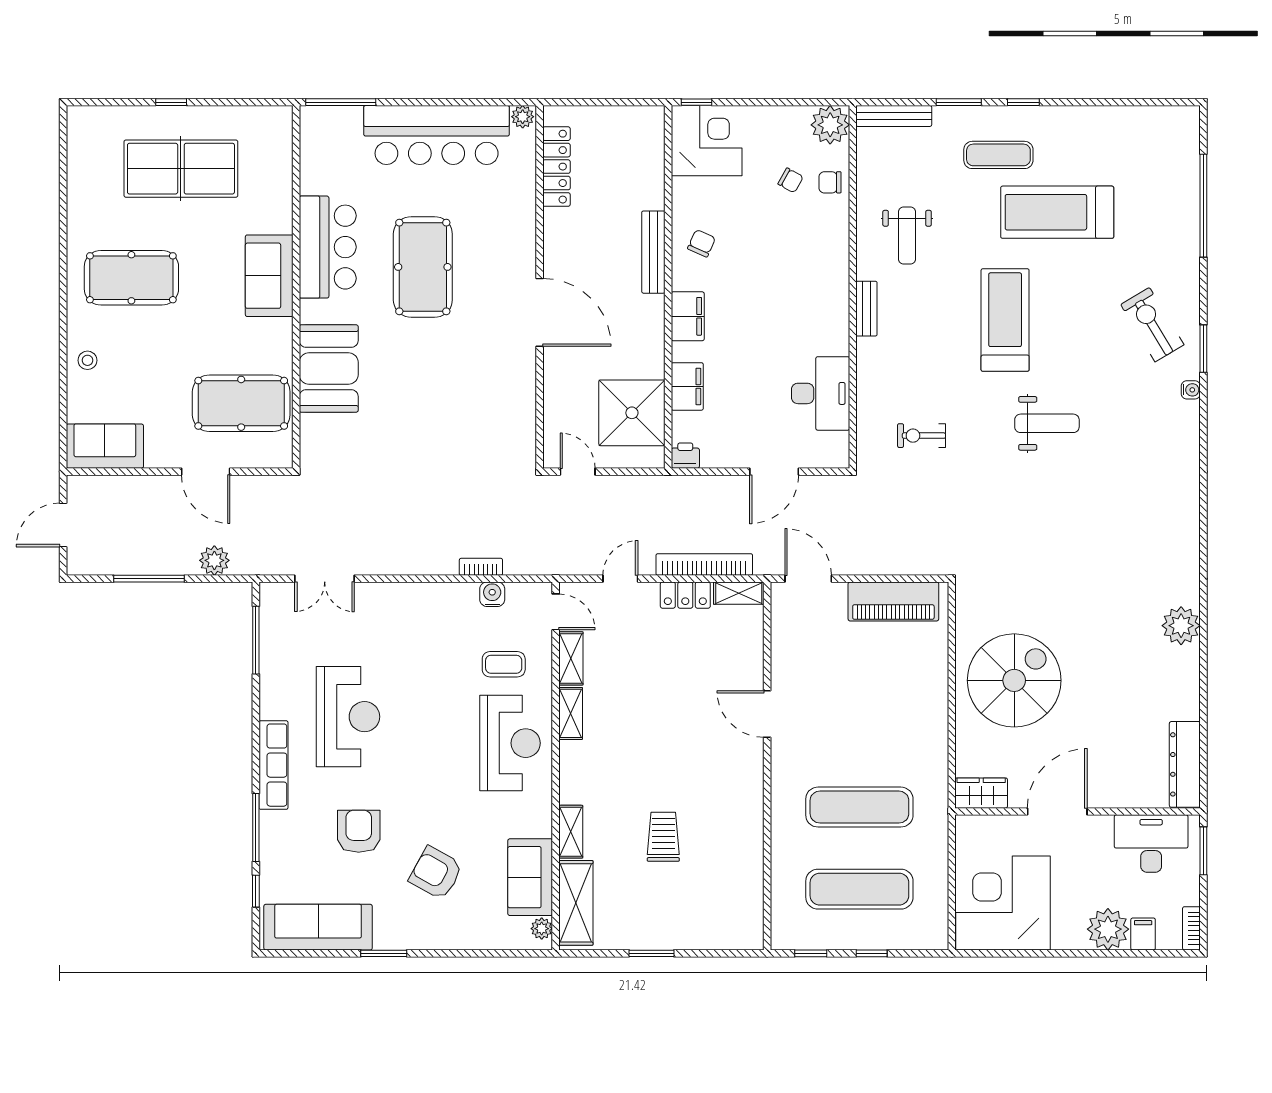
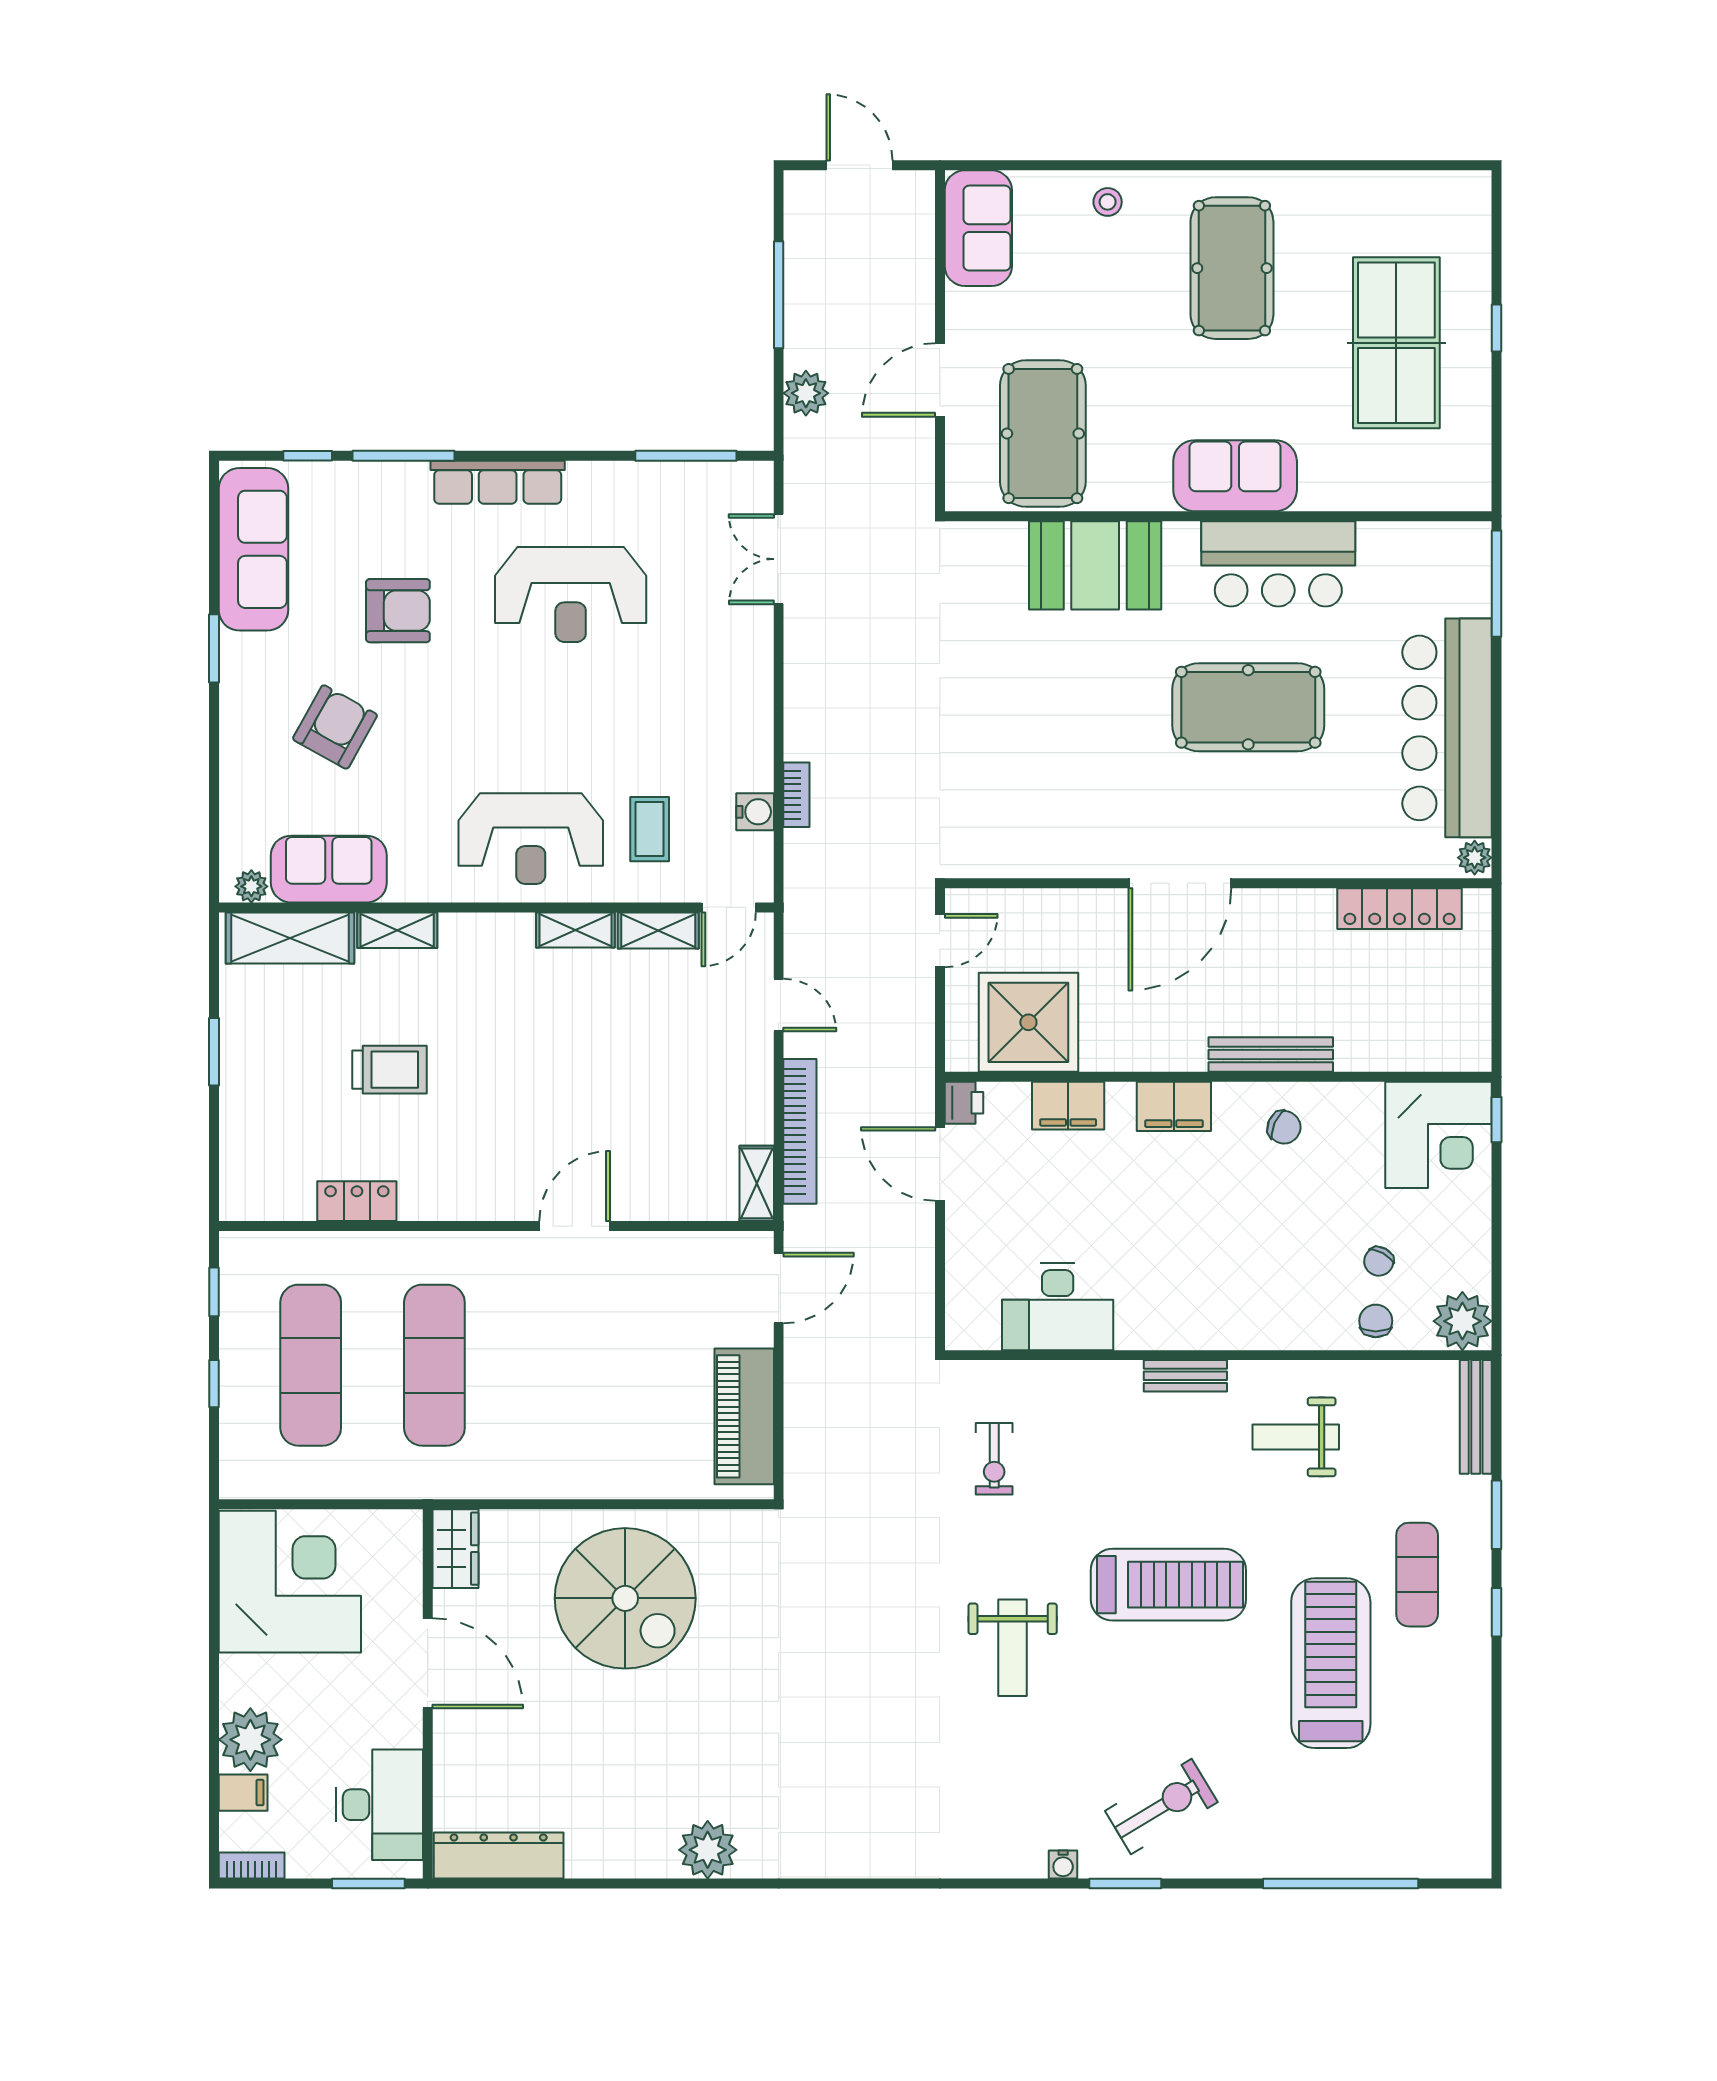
exercise bike: (922, 436) -> (994, 1459), turned 180
door: (774, 472) -> (940, 1164), moved
locker: (685, 595) -> (357, 1201), moved, turned 90

